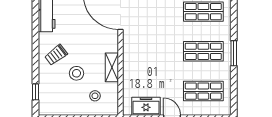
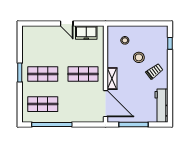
shelving: (112, 67) -> (112, 79), moved
shop shelf: (203, 91) -> (83, 74), moved

